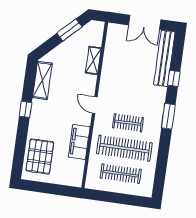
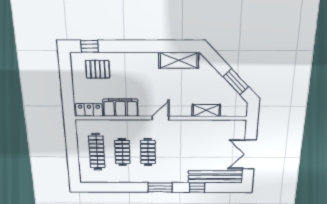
window: (25, 109) -> (90, 46), moved
clothes rail: (124, 148) -> (122, 152), width x0.54, depth x0.76
pallet: (40, 156) -> (98, 69), width x0.67, depth x0.71
locker: (77, 172) -> (89, 110), added

